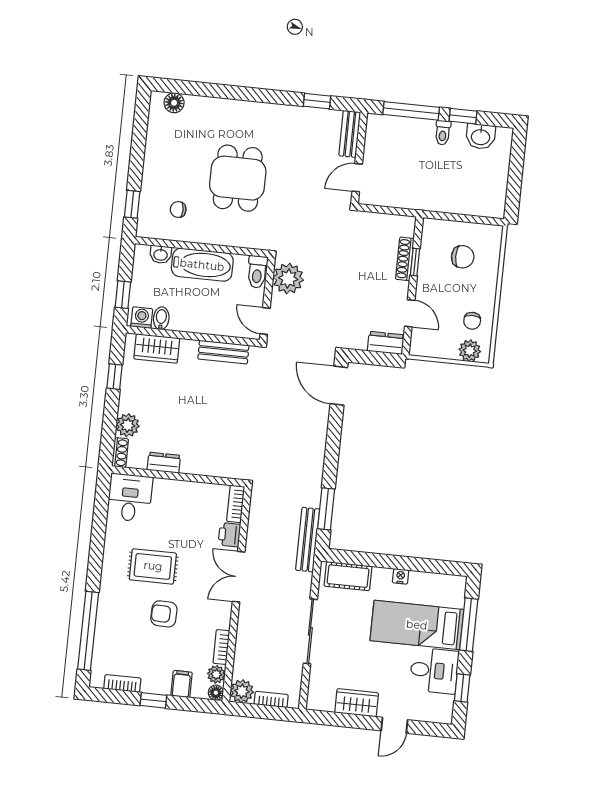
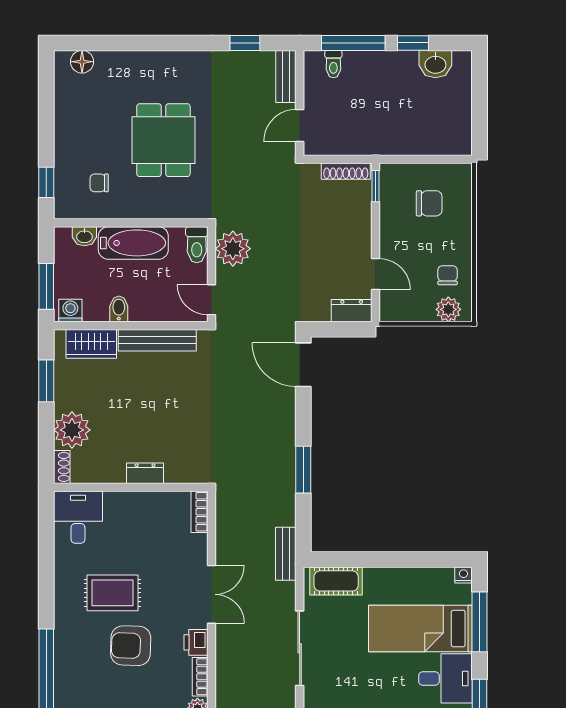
toilet: (443, 133) -> (333, 64), moved
shoe rack: (405, 259) -> (346, 171), moved, turned -90
window: (415, 262) -> (375, 186), moved
window: (123, 295) -> (46, 286), width x1.50
bidet: (161, 318) -> (119, 309), moved
chair: (472, 321) -> (448, 275), turned 180
bench: (223, 352) -> (157, 340), width x1.36
window: (114, 377) -> (46, 381), width x1.50
plant: (128, 425) -> (72, 430), width x1.36, depth x1.36
dresser: (164, 463) -> (145, 473), moved
window: (326, 509) -> (303, 470), moved
printer: (229, 535) -> (196, 642), moved
bench: (308, 540) -> (286, 554), width x0.73
nightstand: (401, 576) -> (463, 575), moved
double door: (239, 577) -> (211, 594), swing flipped
armchair: (164, 614) -> (131, 646), width x1.38, depth x1.38

